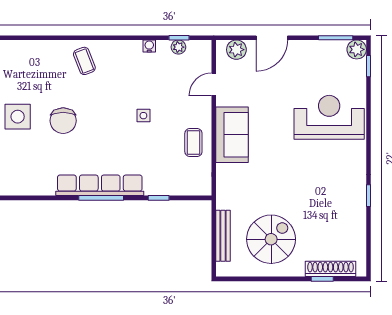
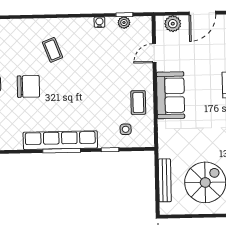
coffee table: (84, 61) -> (52, 50), moved
side table: (143, 116) -> (126, 129), moved
chair: (63, 121) -> (28, 86), turned -90

